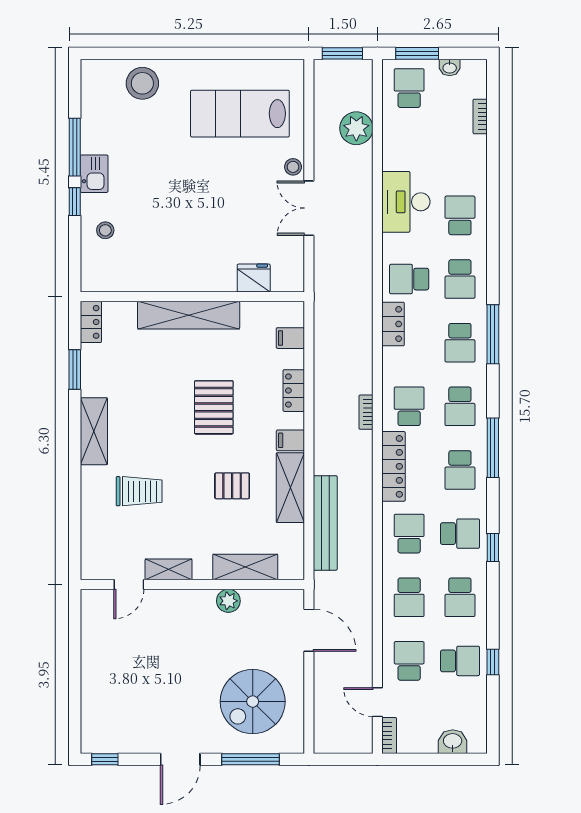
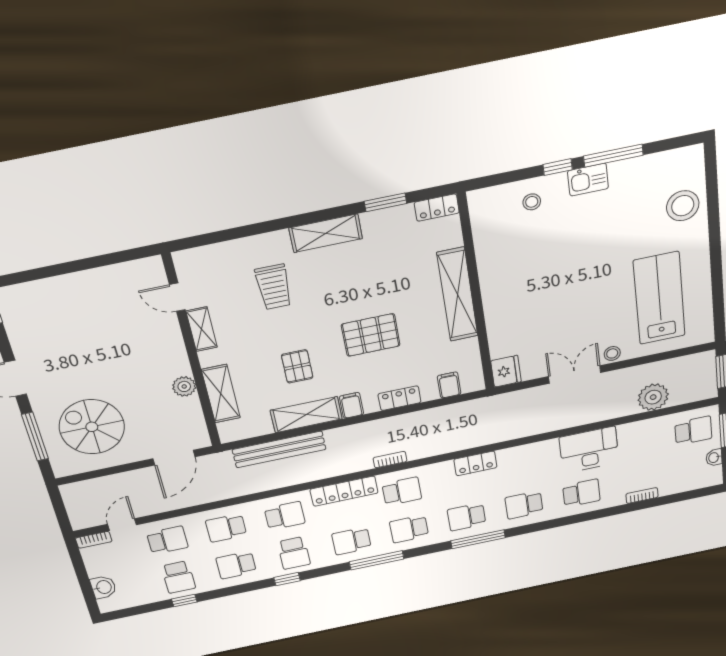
bookcase: (480, 116) -> (642, 495), moved
fridge: (254, 278) -> (506, 371), moved
school desk: (409, 279) -> (519, 467), removed

